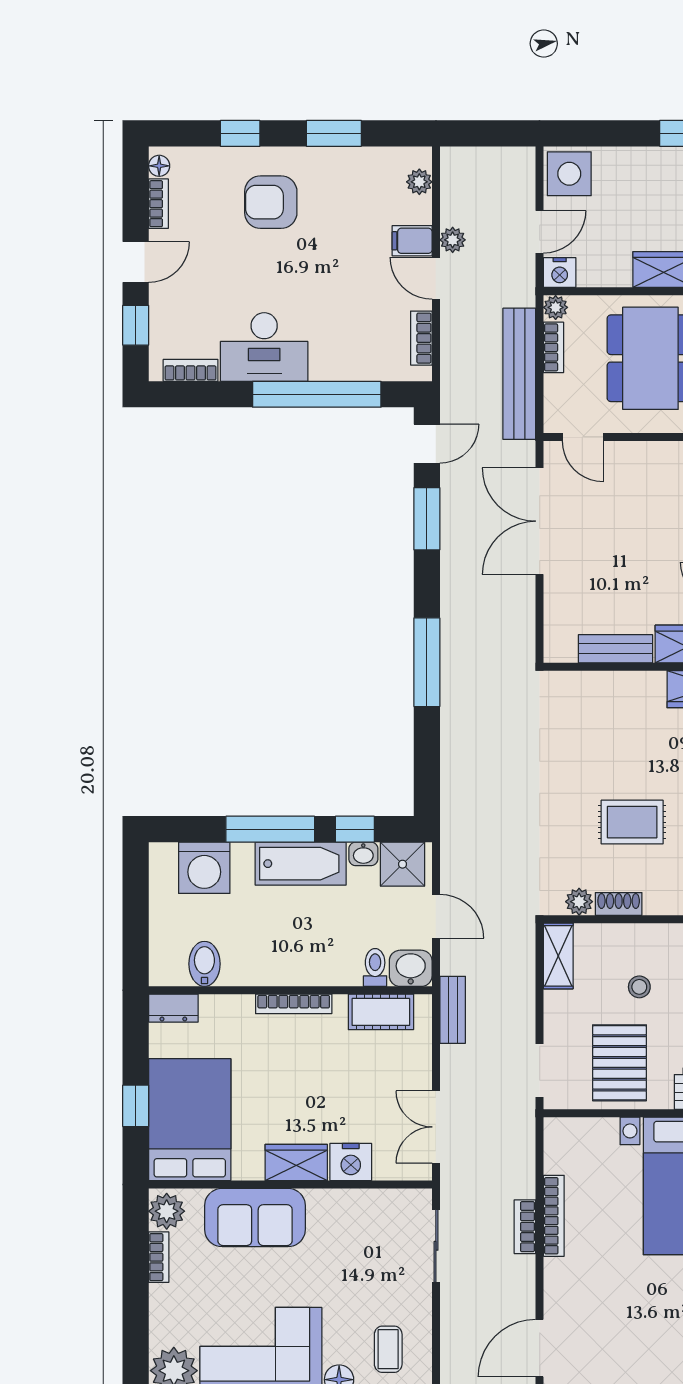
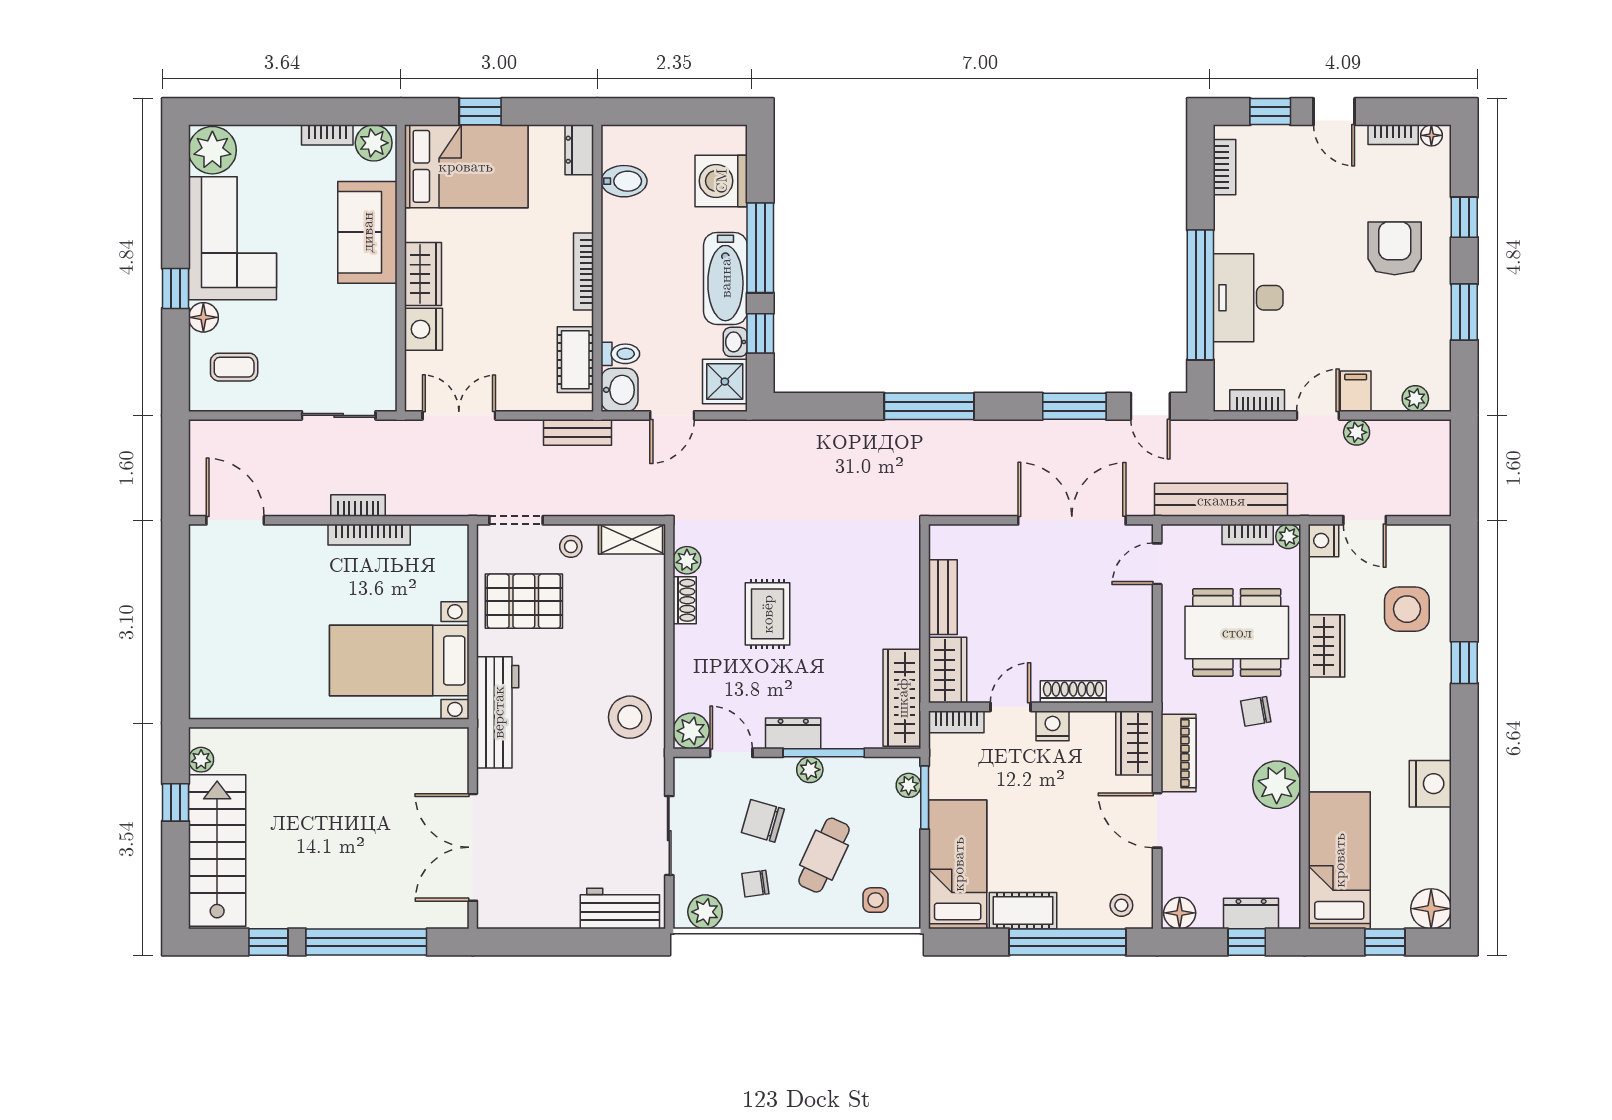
side table: (569, 174) -> (1407, 609), moved
desk: (264, 347) -> (1248, 298), moved
stool: (639, 987) -> (571, 546), moved

